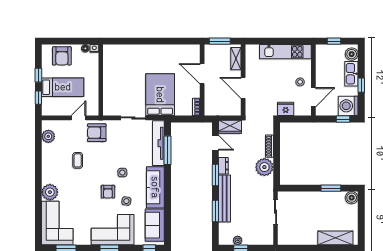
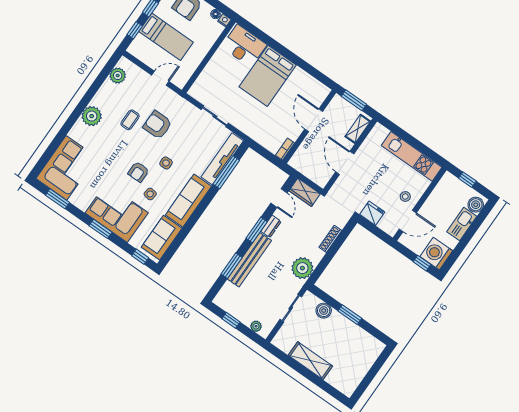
desk: (120, 56) -> (244, 46), added
window: (361, 85) -> (464, 242), removed
bed: (160, 95) -> (268, 76), moved, turned 180
armchair: (97, 133) -> (158, 125), moved
plant: (264, 167) -> (302, 268), moved
window: (331, 188) -> (350, 315), moved
plant: (50, 192) -> (92, 116), moved
boiler: (352, 198) -> (324, 311), moved
shelving: (335, 238) -> (310, 361), moved
plant: (238, 240) -> (256, 326), moved

